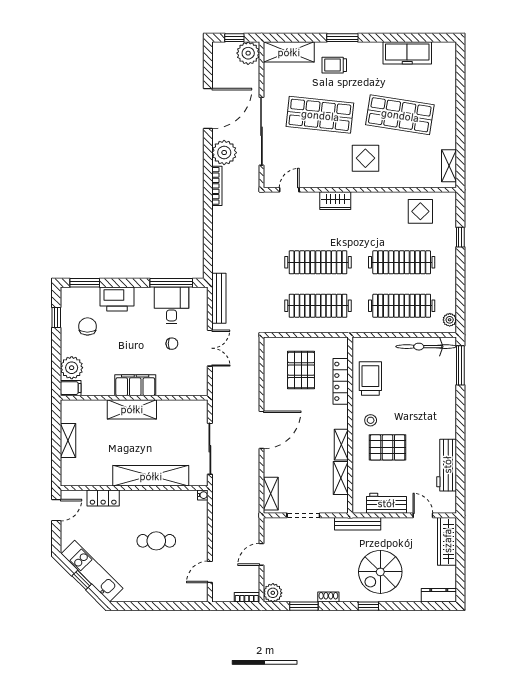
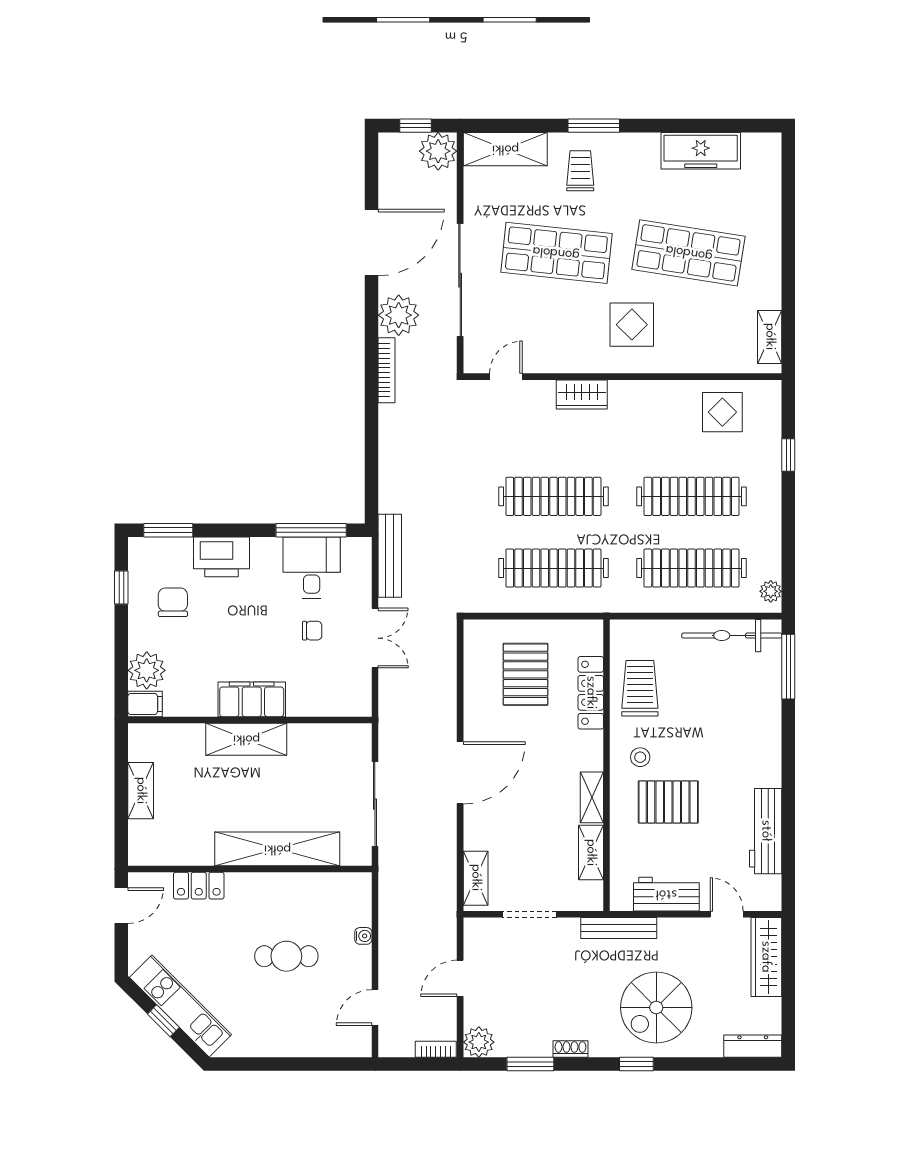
trolley: (334, 65) -> (580, 171), turned 90
water cooler: (203, 495) -> (363, 936), moved

